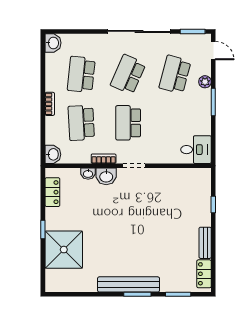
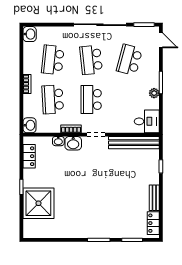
school desk: (128, 74) -> (91, 60), turned -30
plant: (205, 82) -> (154, 93), moved
bench: (129, 284) -> (134, 143), moved

